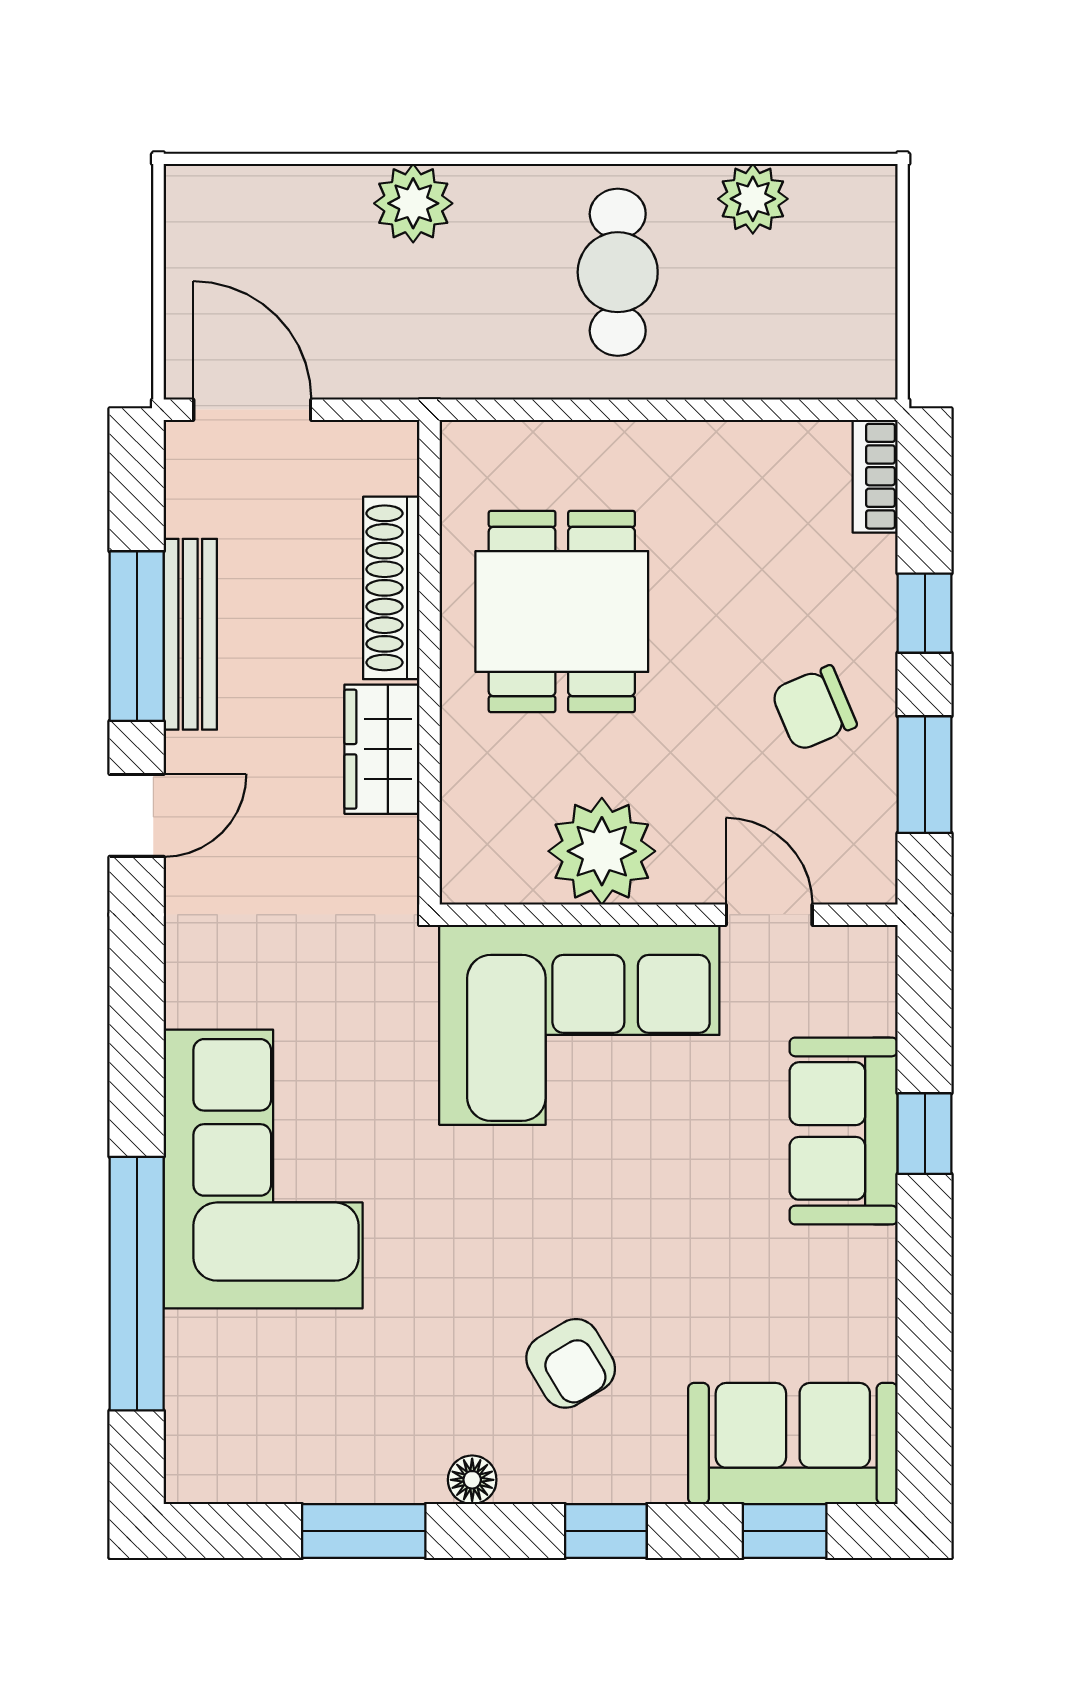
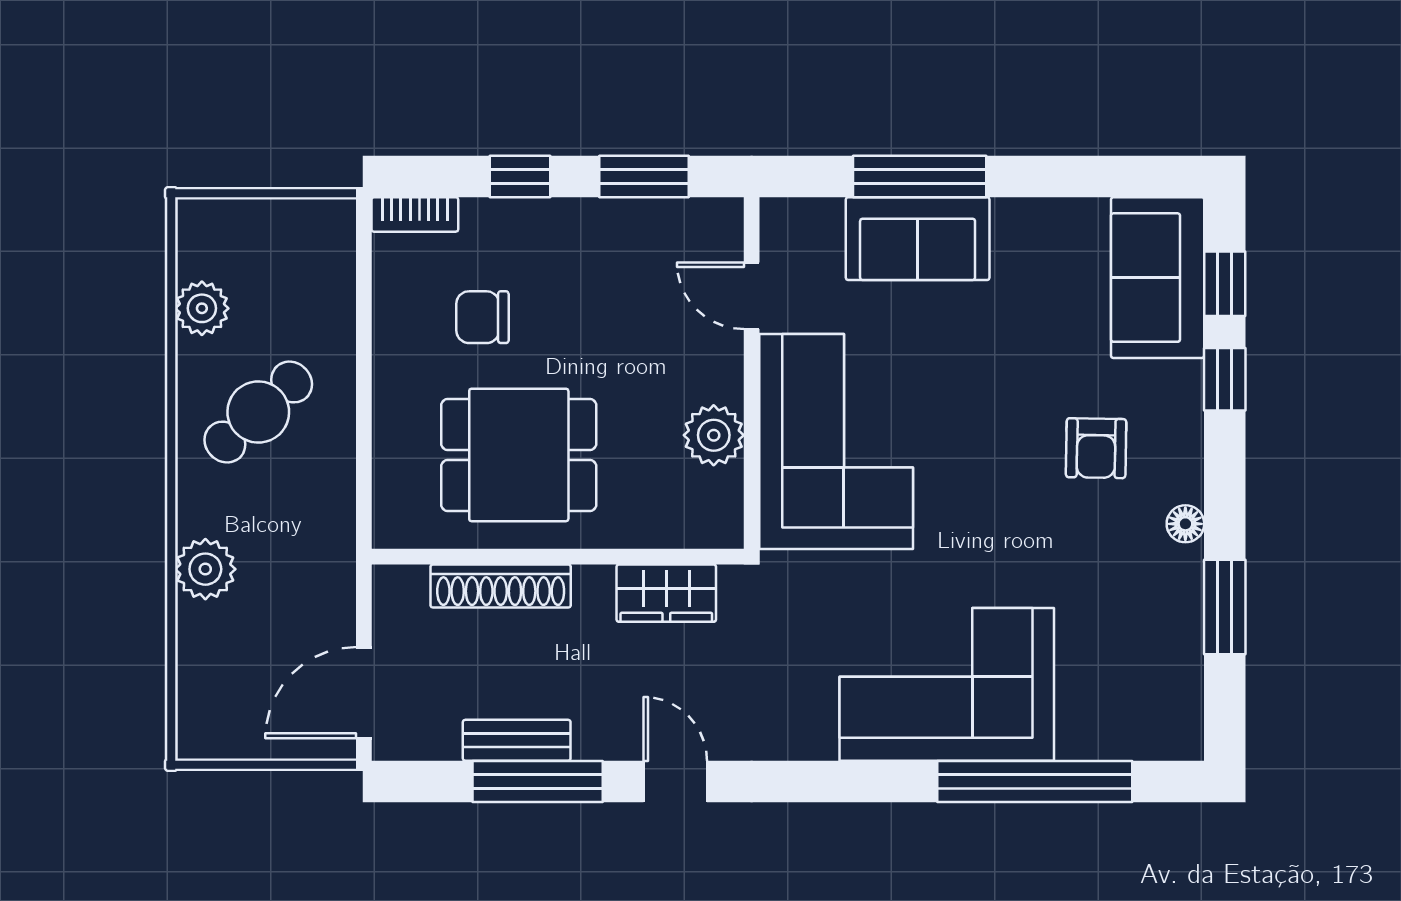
cafe table: (618, 272) -> (258, 412), turned -42
bench: (190, 634) -> (517, 740), width x0.73
chair: (814, 708) -> (483, 317), moved, turned 113
wardrobe: (382, 749) -> (666, 593), moved
plant: (602, 851) -> (714, 435), width x0.73, depth x0.73
door: (769, 915) -> (752, 296), hinge flipped
window: (925, 1134) -> (920, 176), width x2.17
armchair: (571, 1363) -> (1096, 448), turned 122
window: (606, 1531) -> (1225, 379), moved

